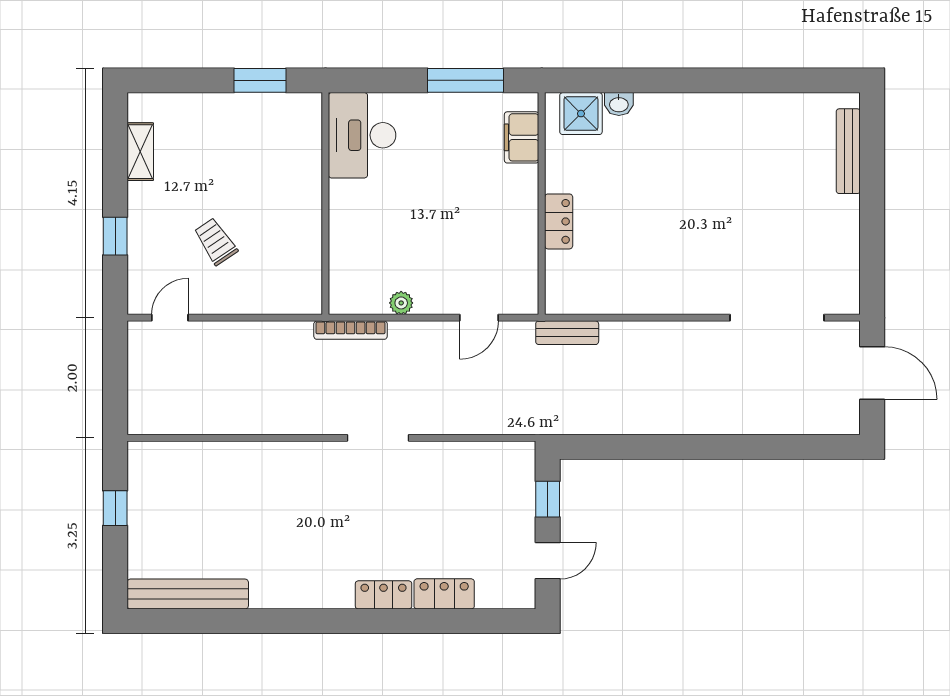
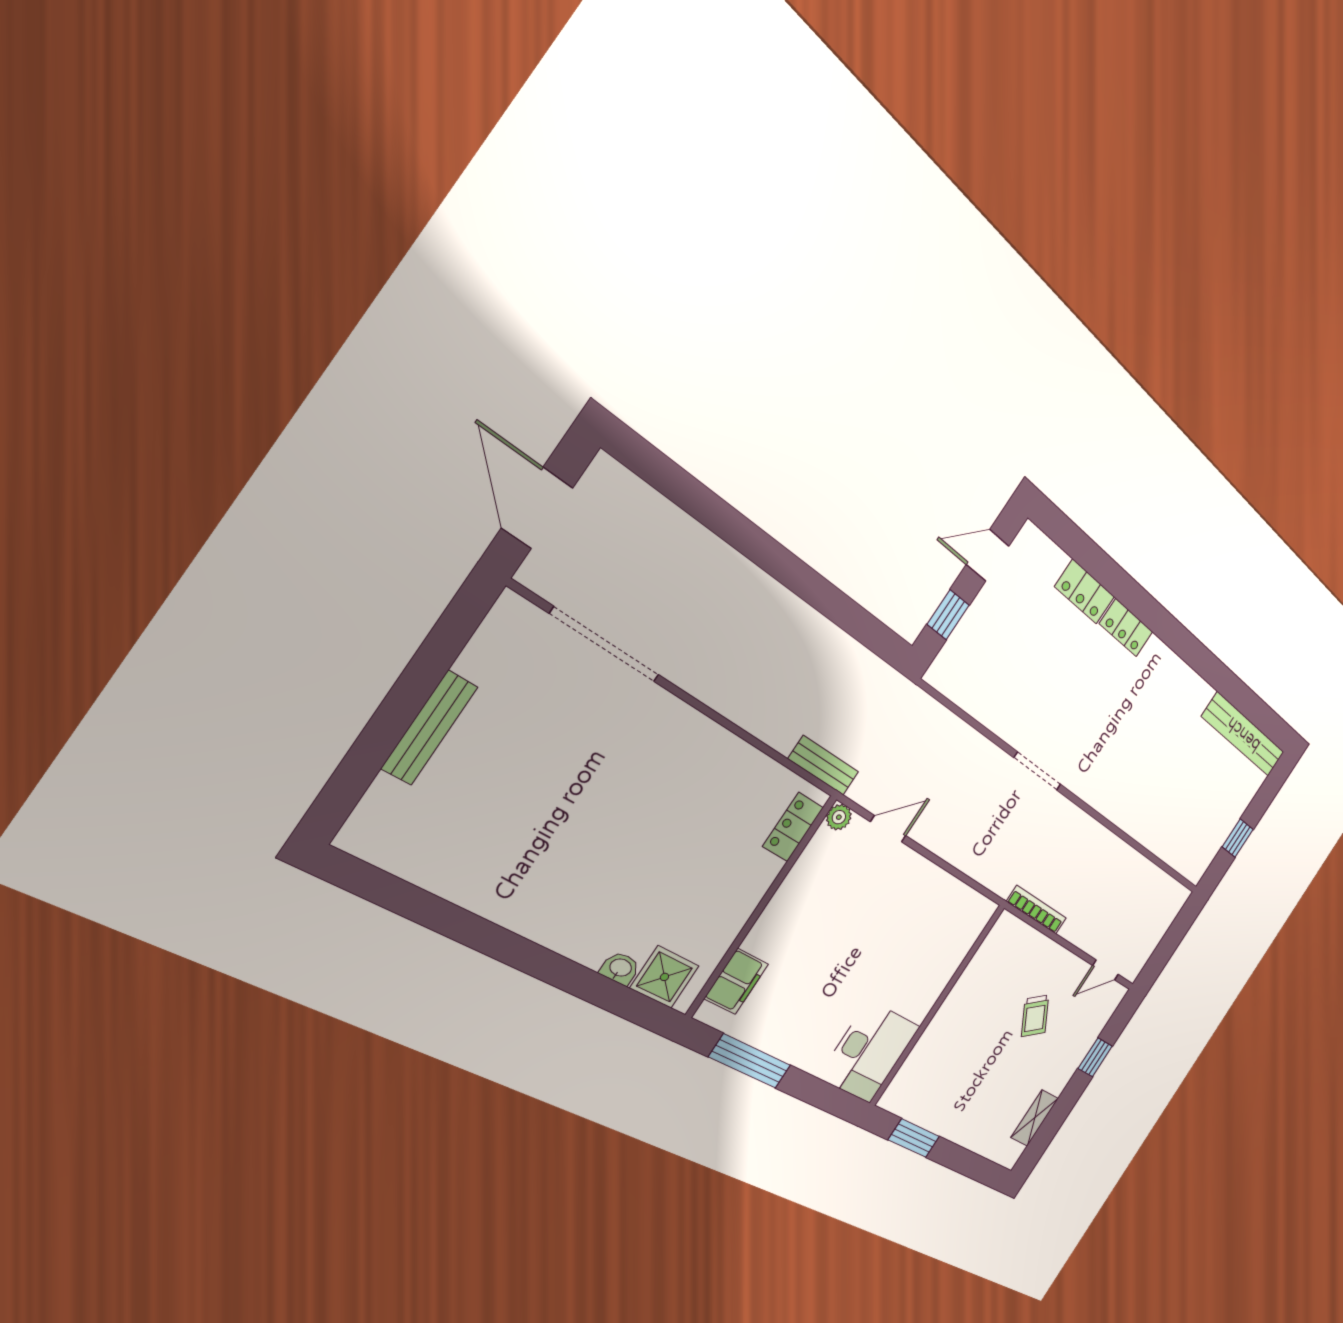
bench: (848, 151) -> (430, 728), moved
locker: (559, 221) -> (793, 827), moved
plant: (401, 303) -> (839, 817), moved
bookcase: (351, 330) -> (1037, 910), moved

